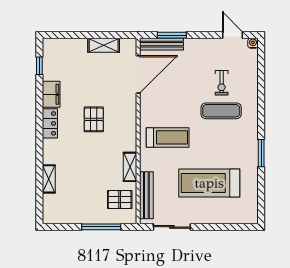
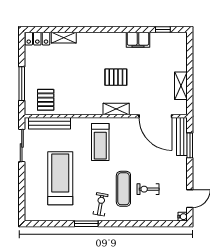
locker: (50, 123) -> (37, 39), moved
exercise bike: (239, 137) -> (101, 204), added
shelving: (130, 167) -> (116, 109), moved

